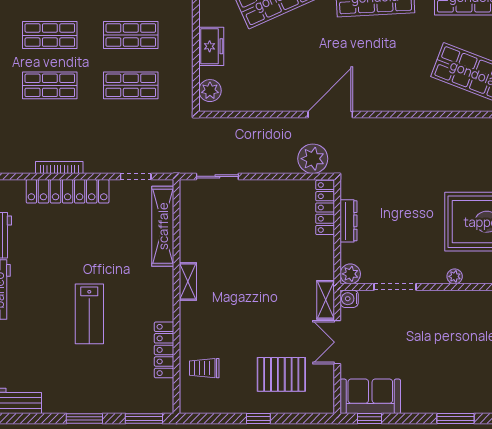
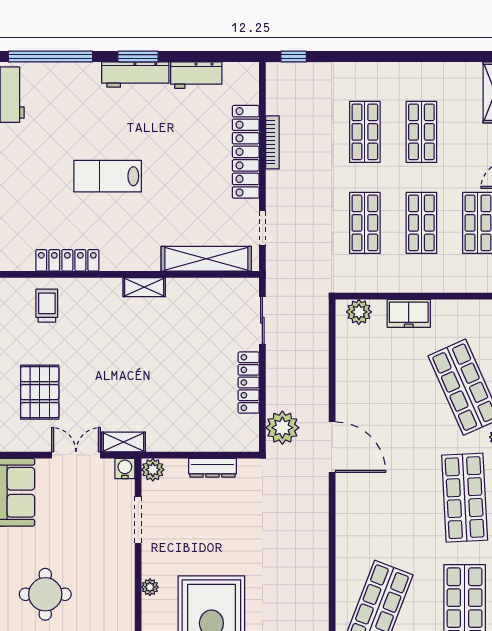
locker: (325, 207) -> (249, 383), moved, turned -90
round table: (461, 370) -> (45, 594), added

